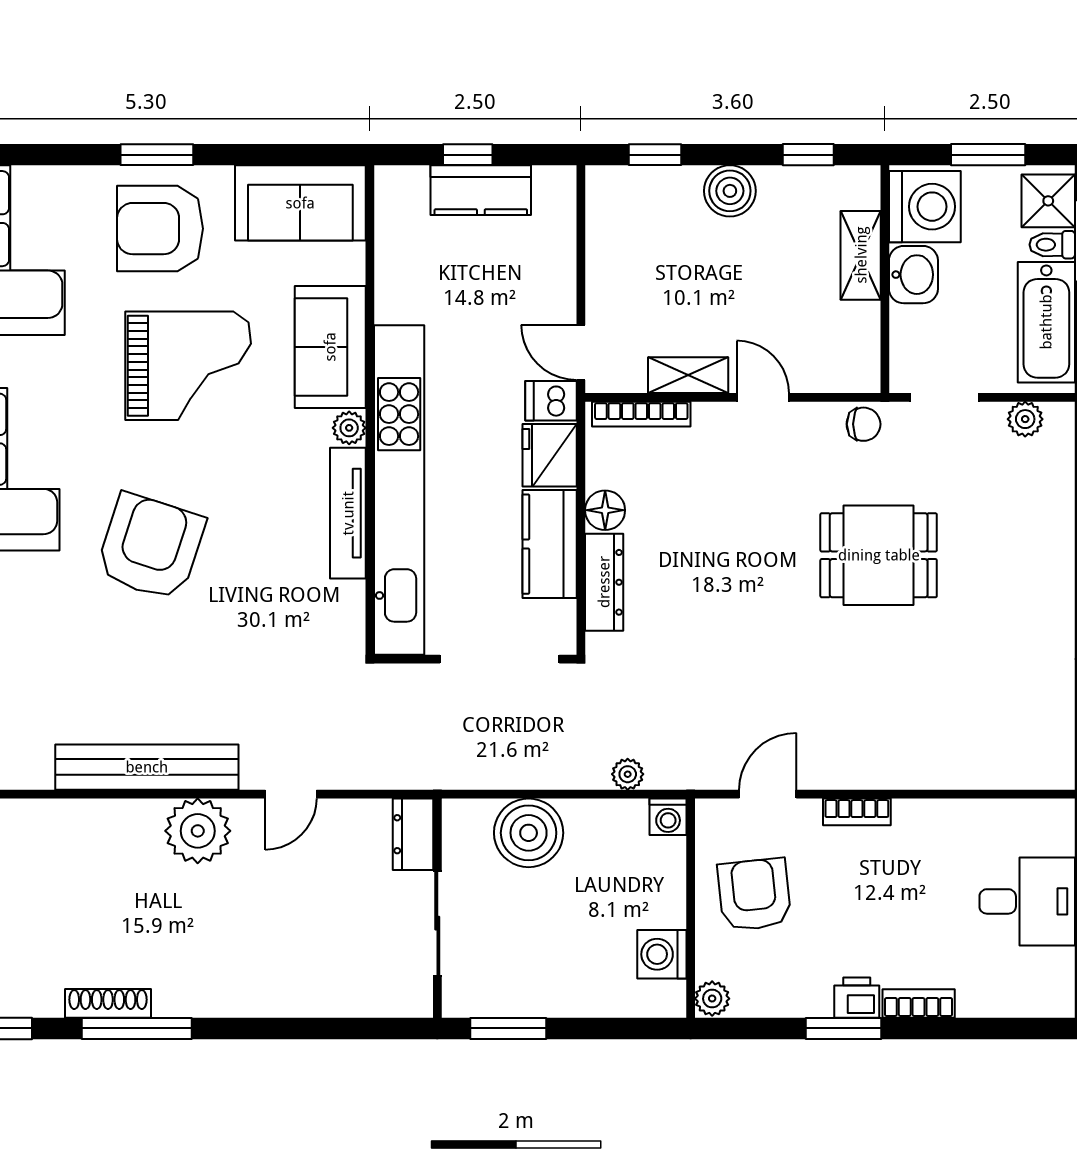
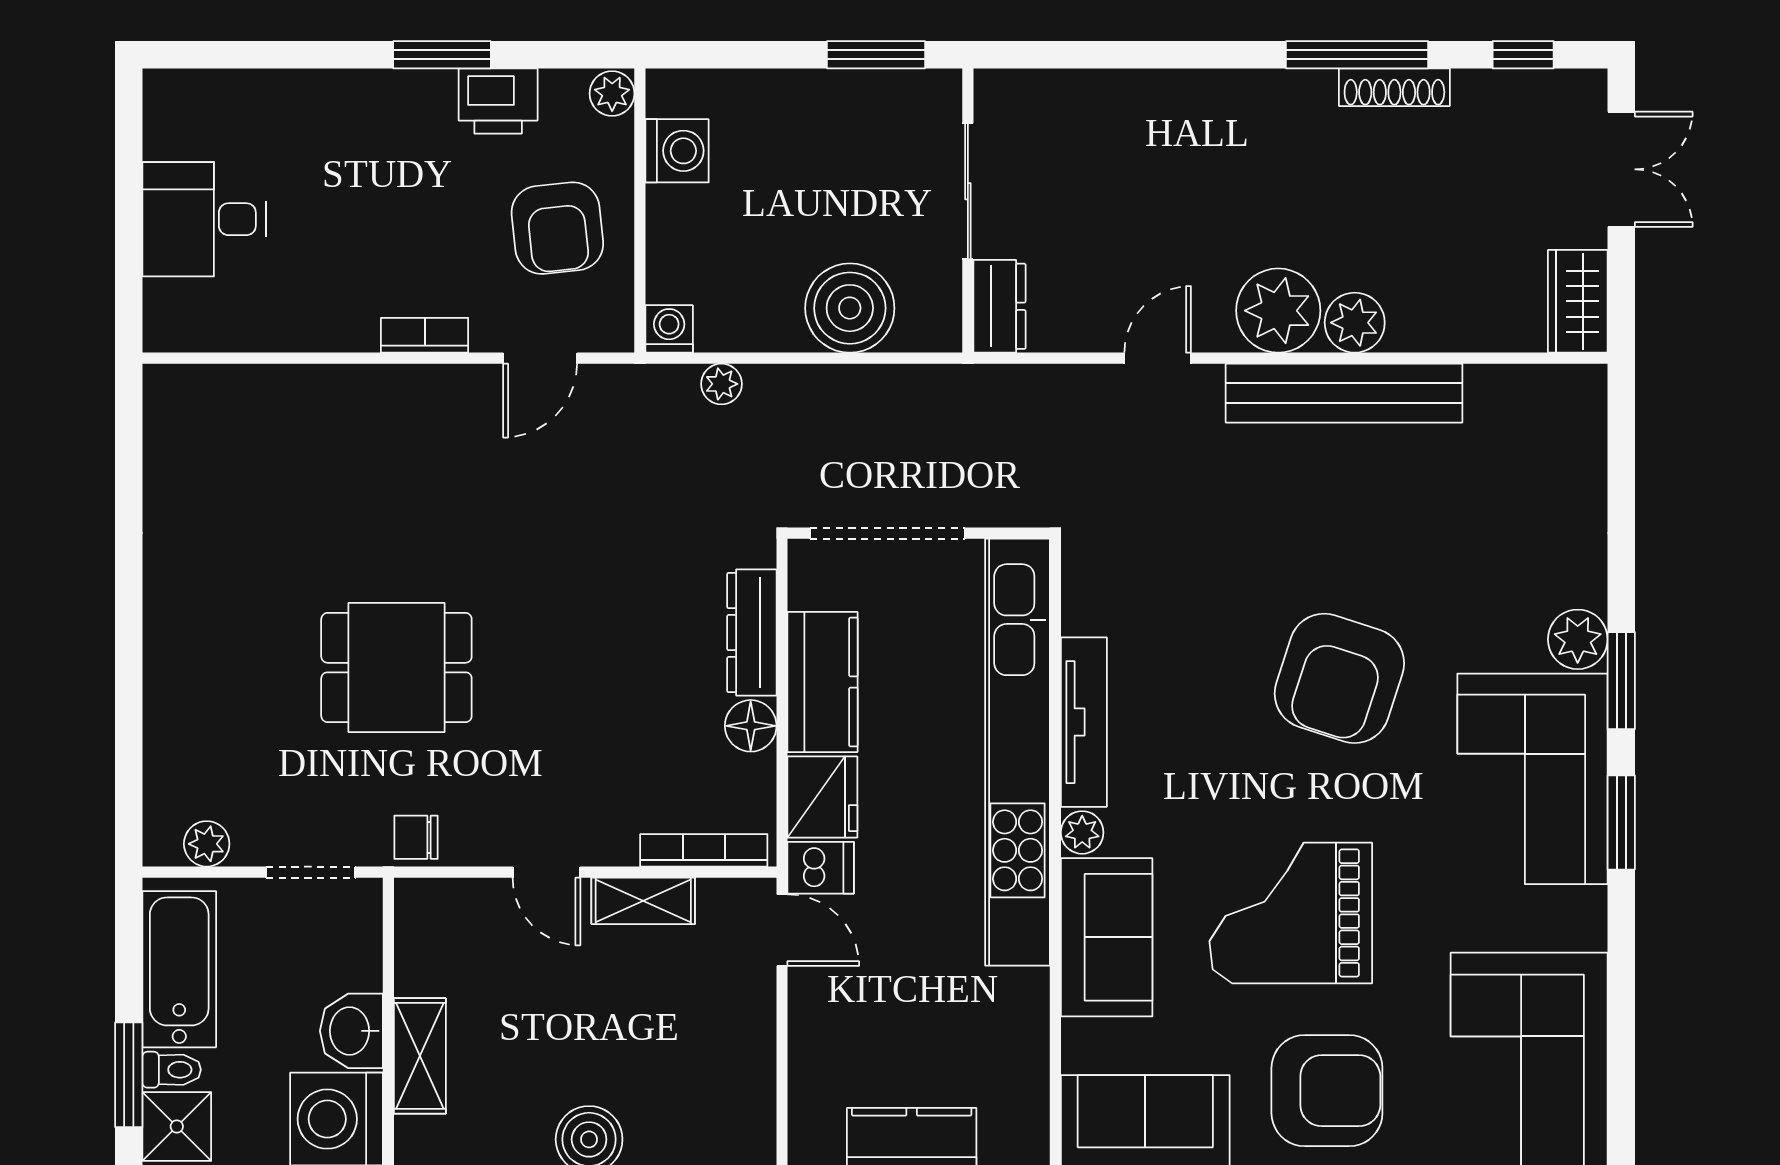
plant: (139, 822) -> (1355, 323), added
printer: (857, 998) -> (498, 101), moved, width x1.36, depth x1.24
bookcase: (919, 1004) -> (345, 87), removed

